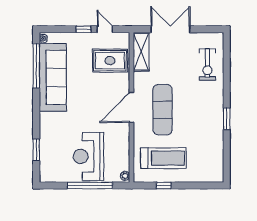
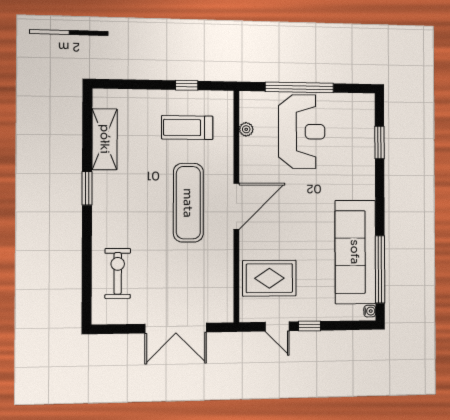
shelving: (141, 52) -> (105, 139), moved
treadmill: (163, 158) -> (187, 128), width x0.73, depth x0.73
plant: (125, 176) -> (246, 129), moved

